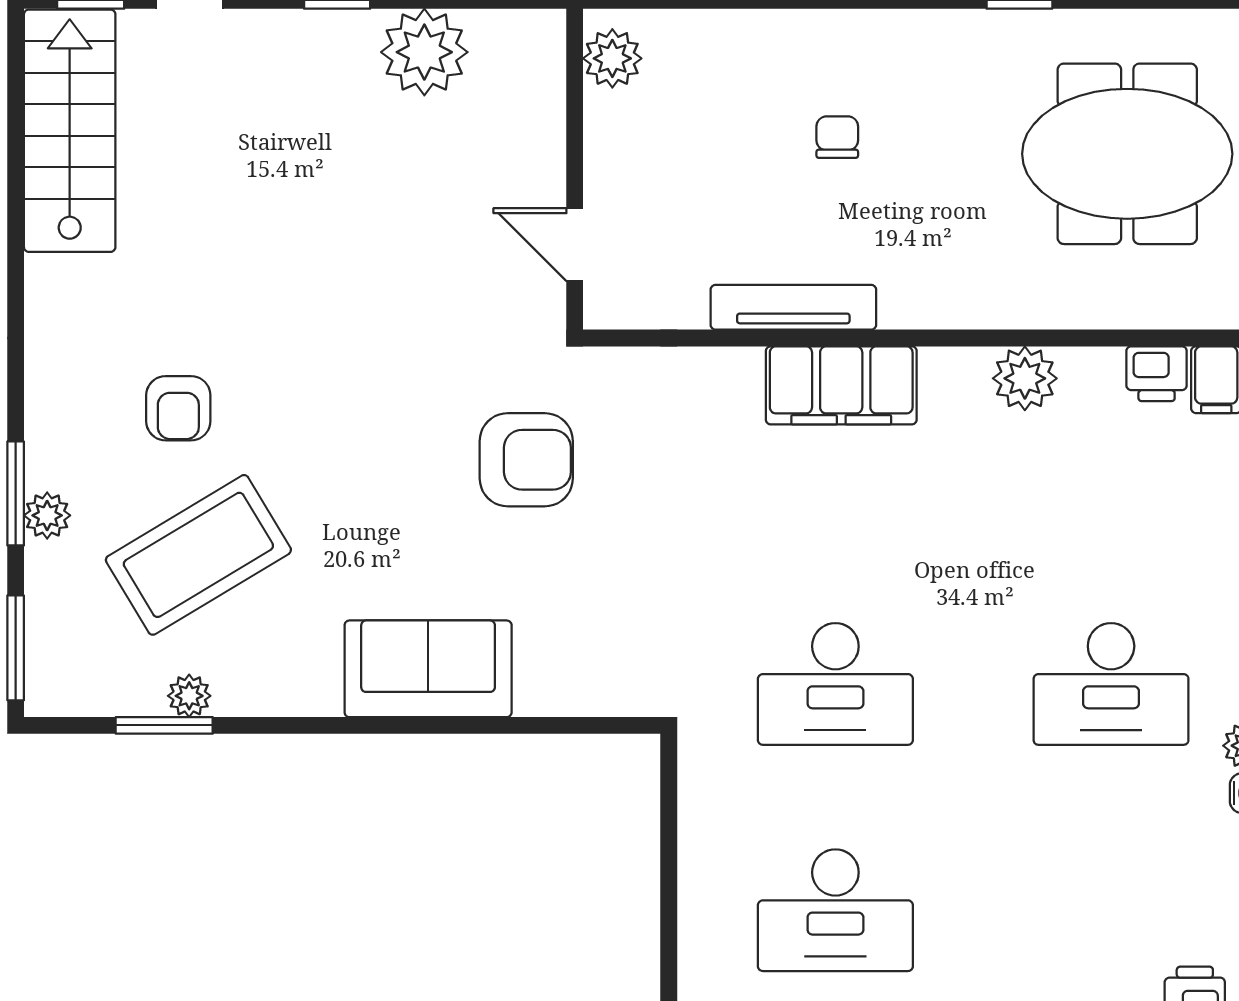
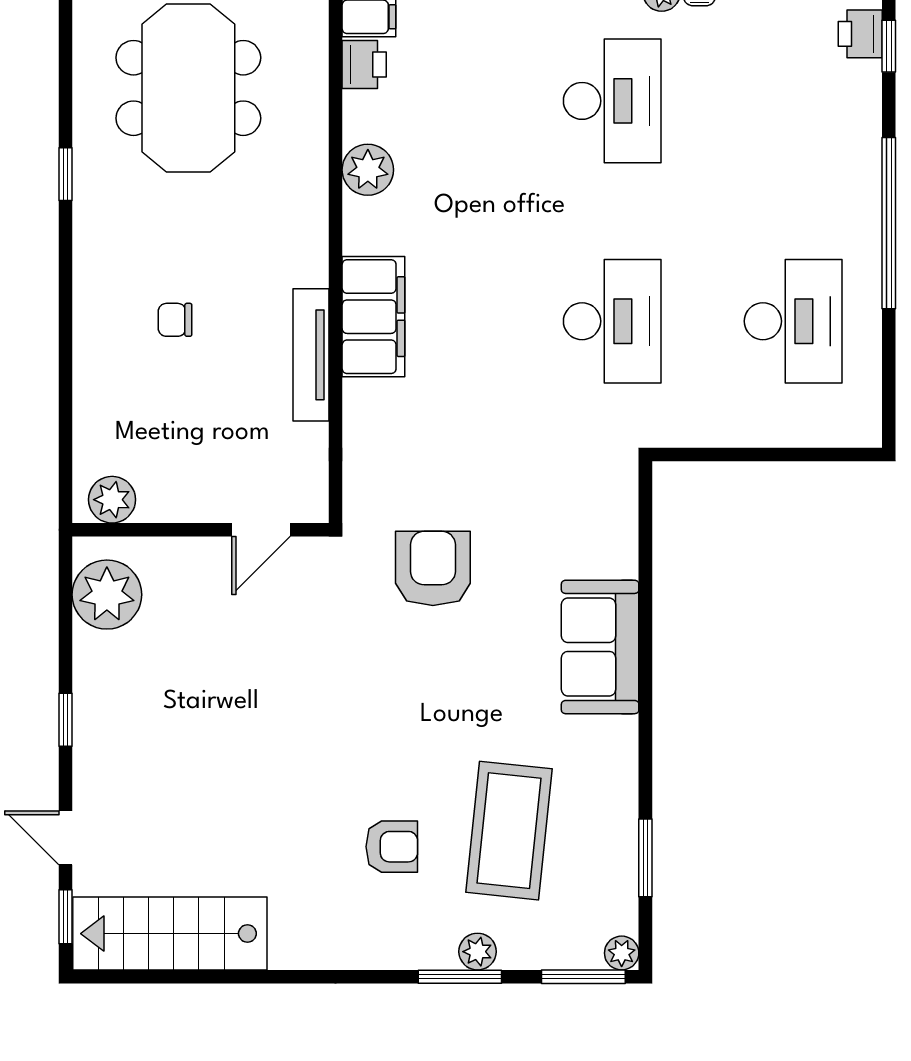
plant: (424, 52) -> (107, 595), moved
coffee table: (198, 555) -> (509, 831), turned 37
plant: (189, 696) -> (622, 953), moved

